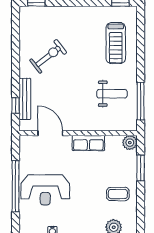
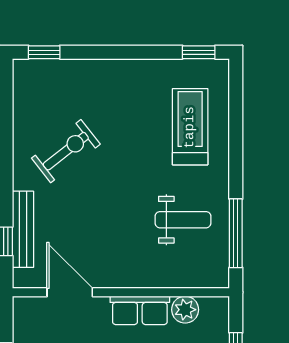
treadmill: (116, 43) -> (190, 127), turned 180
plant: (130, 143) -> (185, 310), moved

